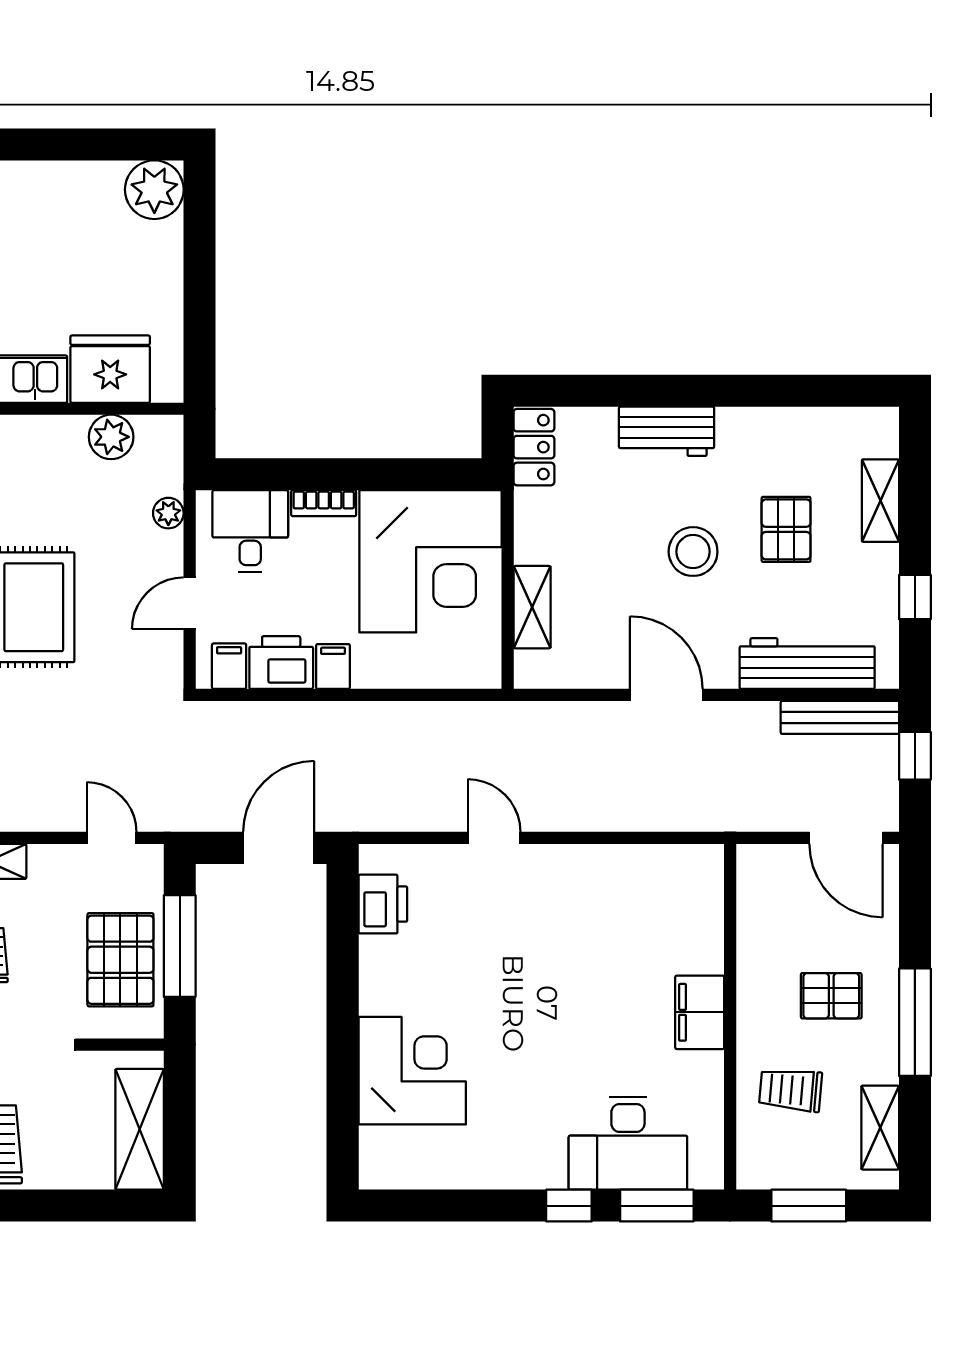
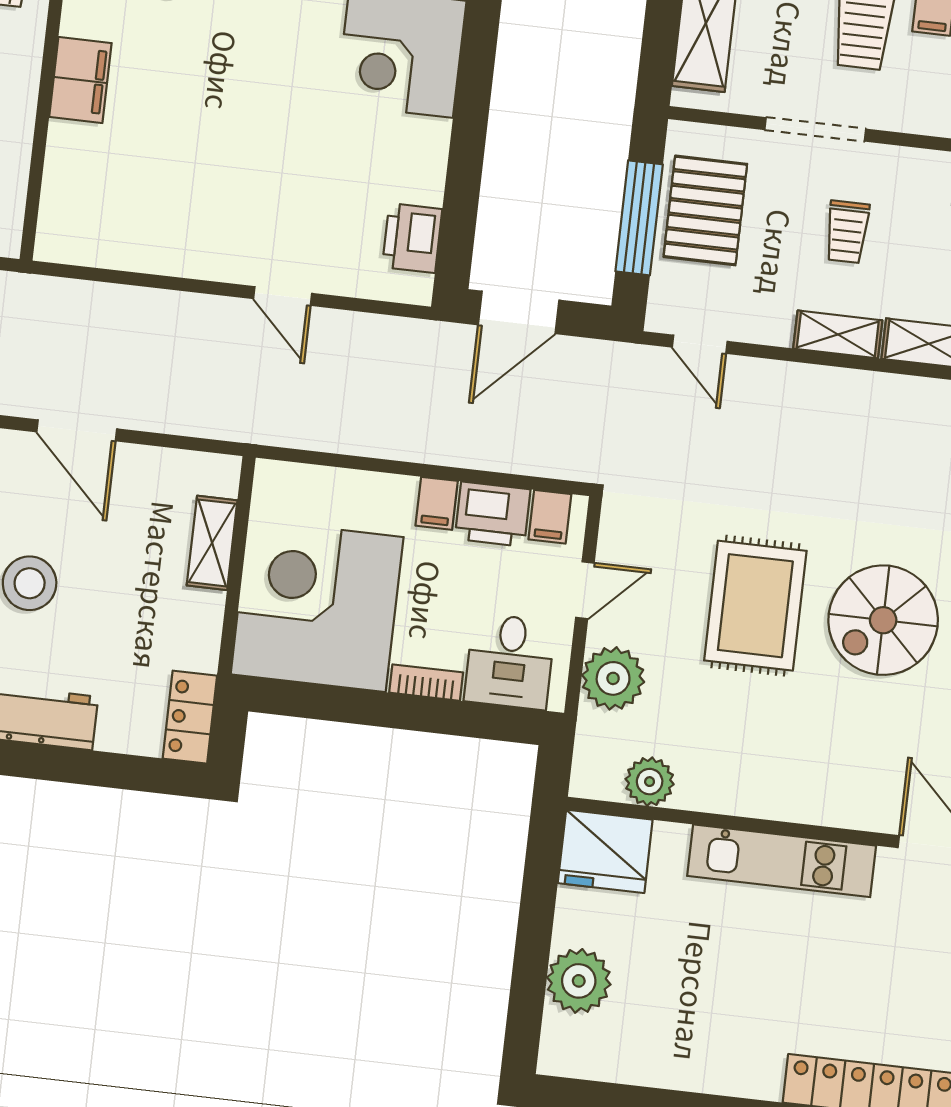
plant: (154, 190) -> (579, 981), moved
fridge: (110, 369) -> (605, 851), moved
plant: (168, 513) -> (613, 678), width x1.88, depth x1.88

